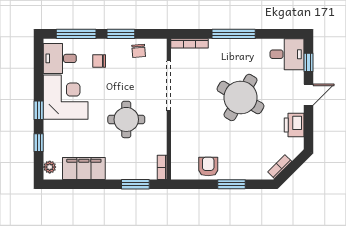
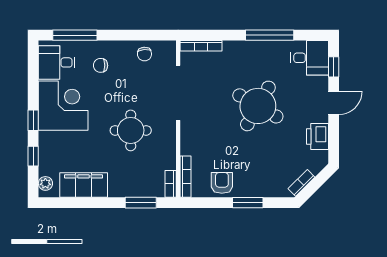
window: (121, 34) -> (125, 35), removed
window: (234, 34) -> (270, 35), moved
bookcase: (176, 161) -> (186, 177), added

